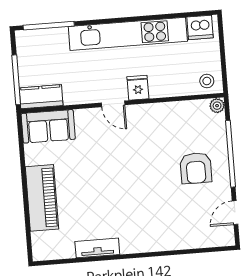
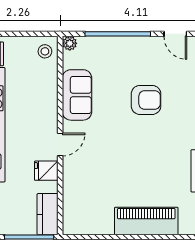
fridge: (138, 88) -> (46, 171), moved
sofa: (48, 126) -> (77, 95), moved
armchair: (196, 168) -> (146, 100), moved

